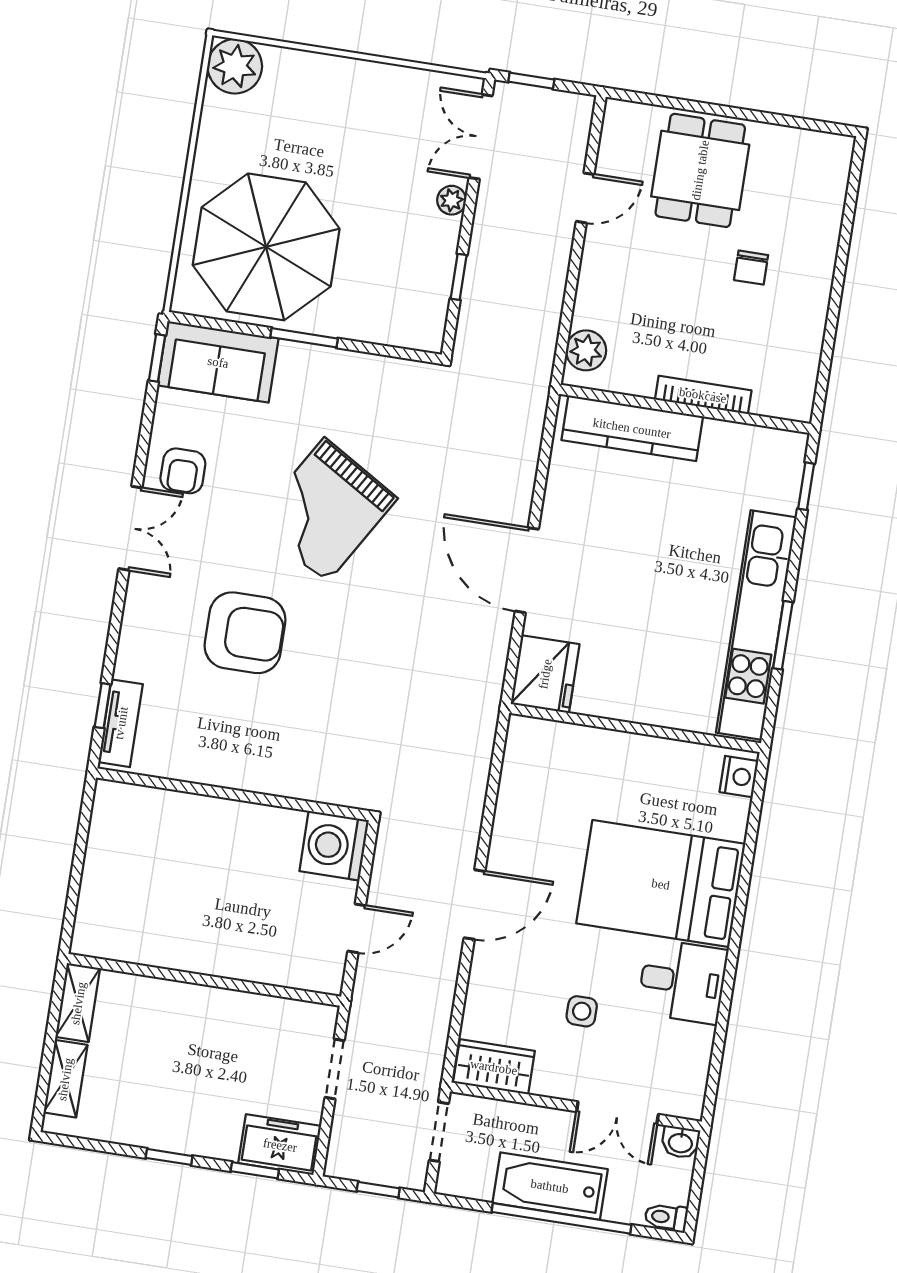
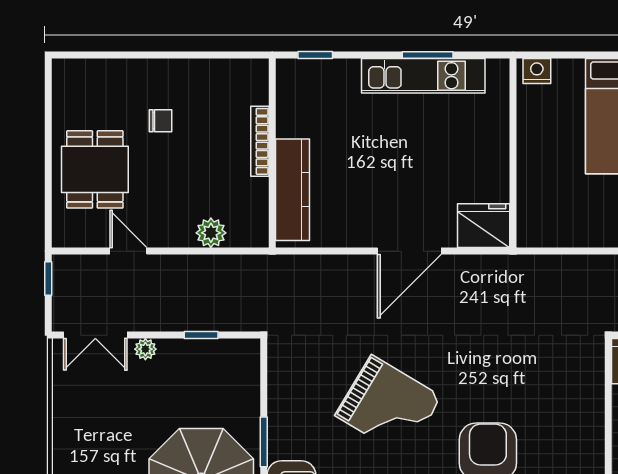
window: (531, 81) -> (48, 279), moved
dining table: (700, 170) -> (95, 169), turned 90
plant: (586, 350) -> (211, 233), moved
kitchen unit: (756, 625) -> (423, 76), width x0.73

